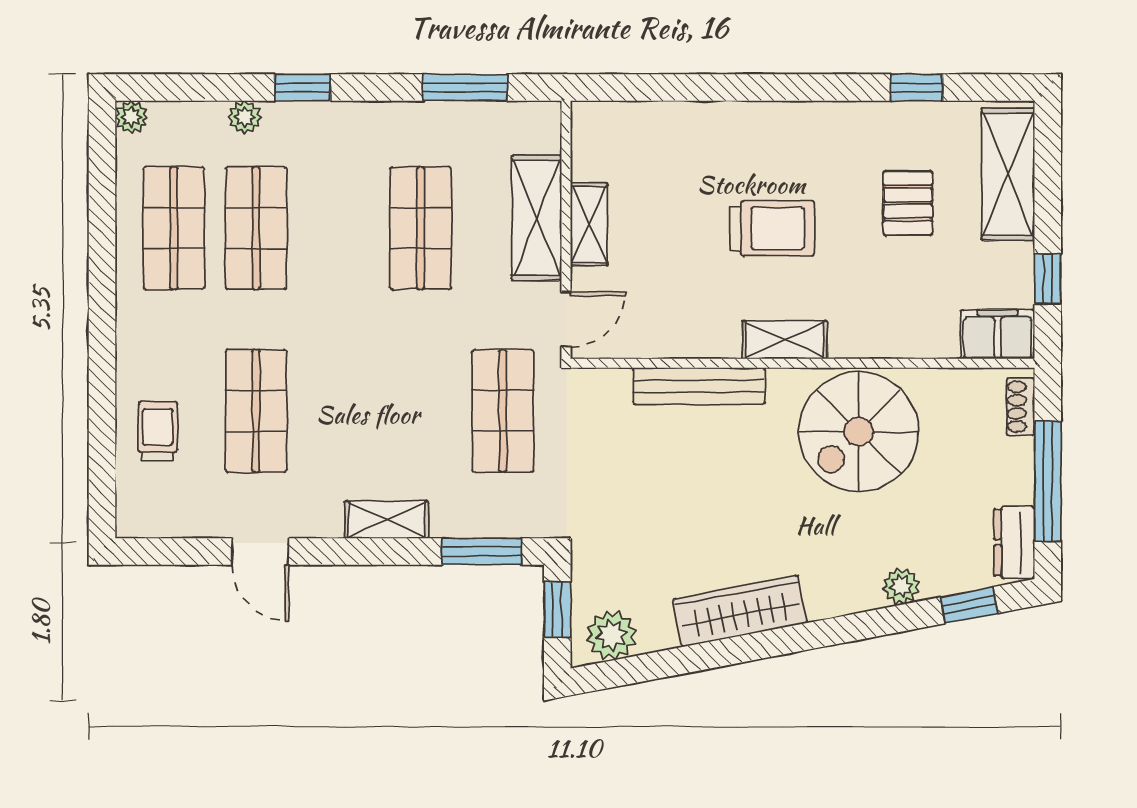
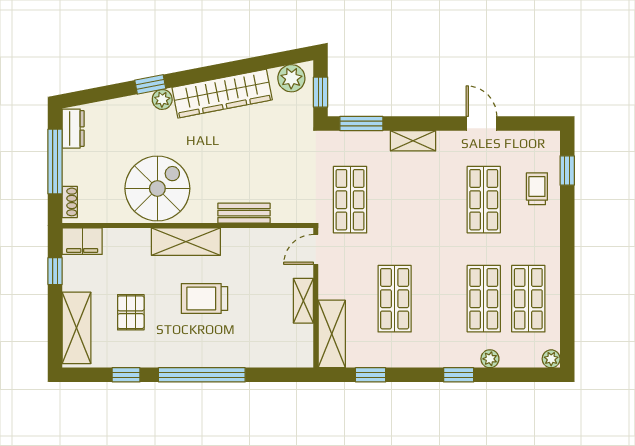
window: (465, 87) -> (371, 375), width x0.67
window: (777, 87) -> (202, 375), added
shelving: (537, 218) -> (332, 334), moved
shelving: (785, 340) -> (186, 242), width x1.50, depth x1.33
bench: (699, 386) -> (244, 213), width x0.73
trolley: (158, 431) -> (537, 189), turned 180
window: (102, 465) -> (567, 170), added
plant: (901, 586) -> (162, 99), moved
window: (969, 605) -> (150, 84), moved
wardrobe: (740, 611) -> (222, 94), width x1.40, depth x1.17

